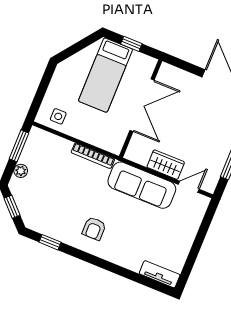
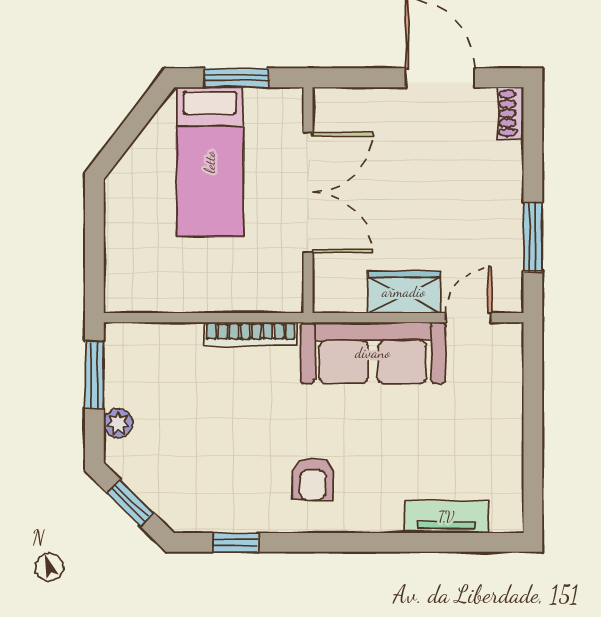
window: (131, 44) -> (237, 78), width x1.50
side table: (58, 116) -> (149, 283), removed
tv unit: (160, 274) -> (446, 517), moved

